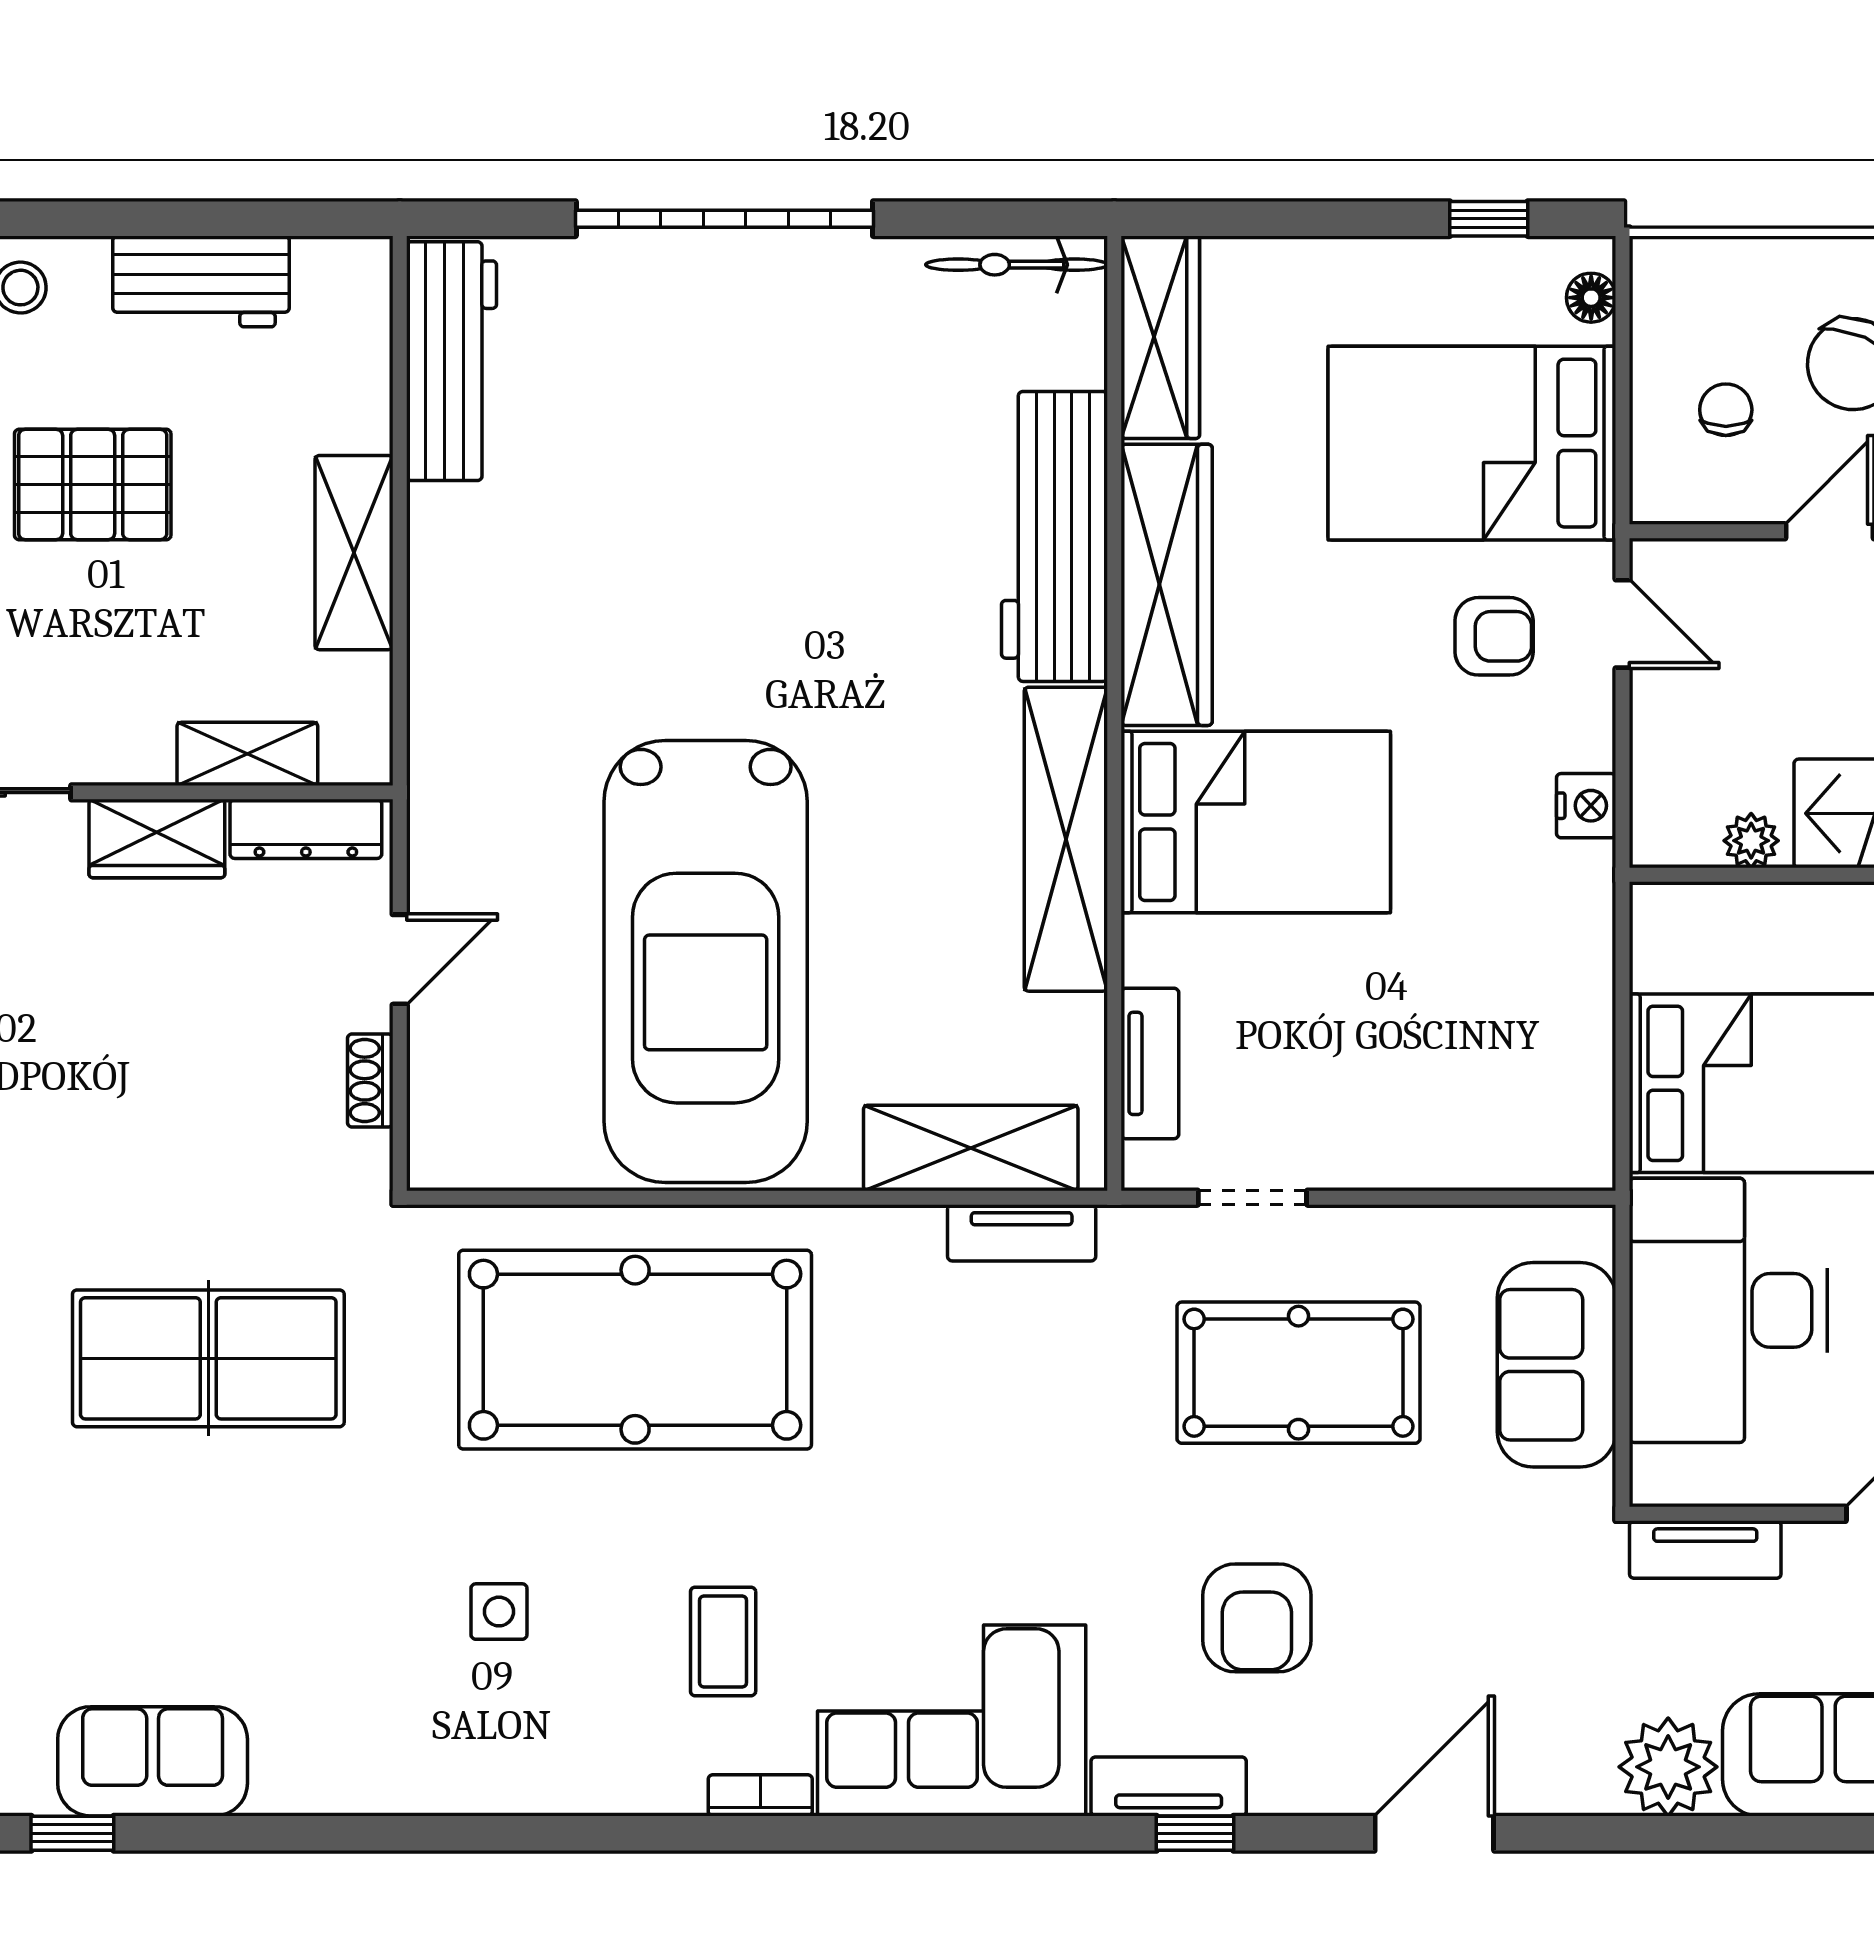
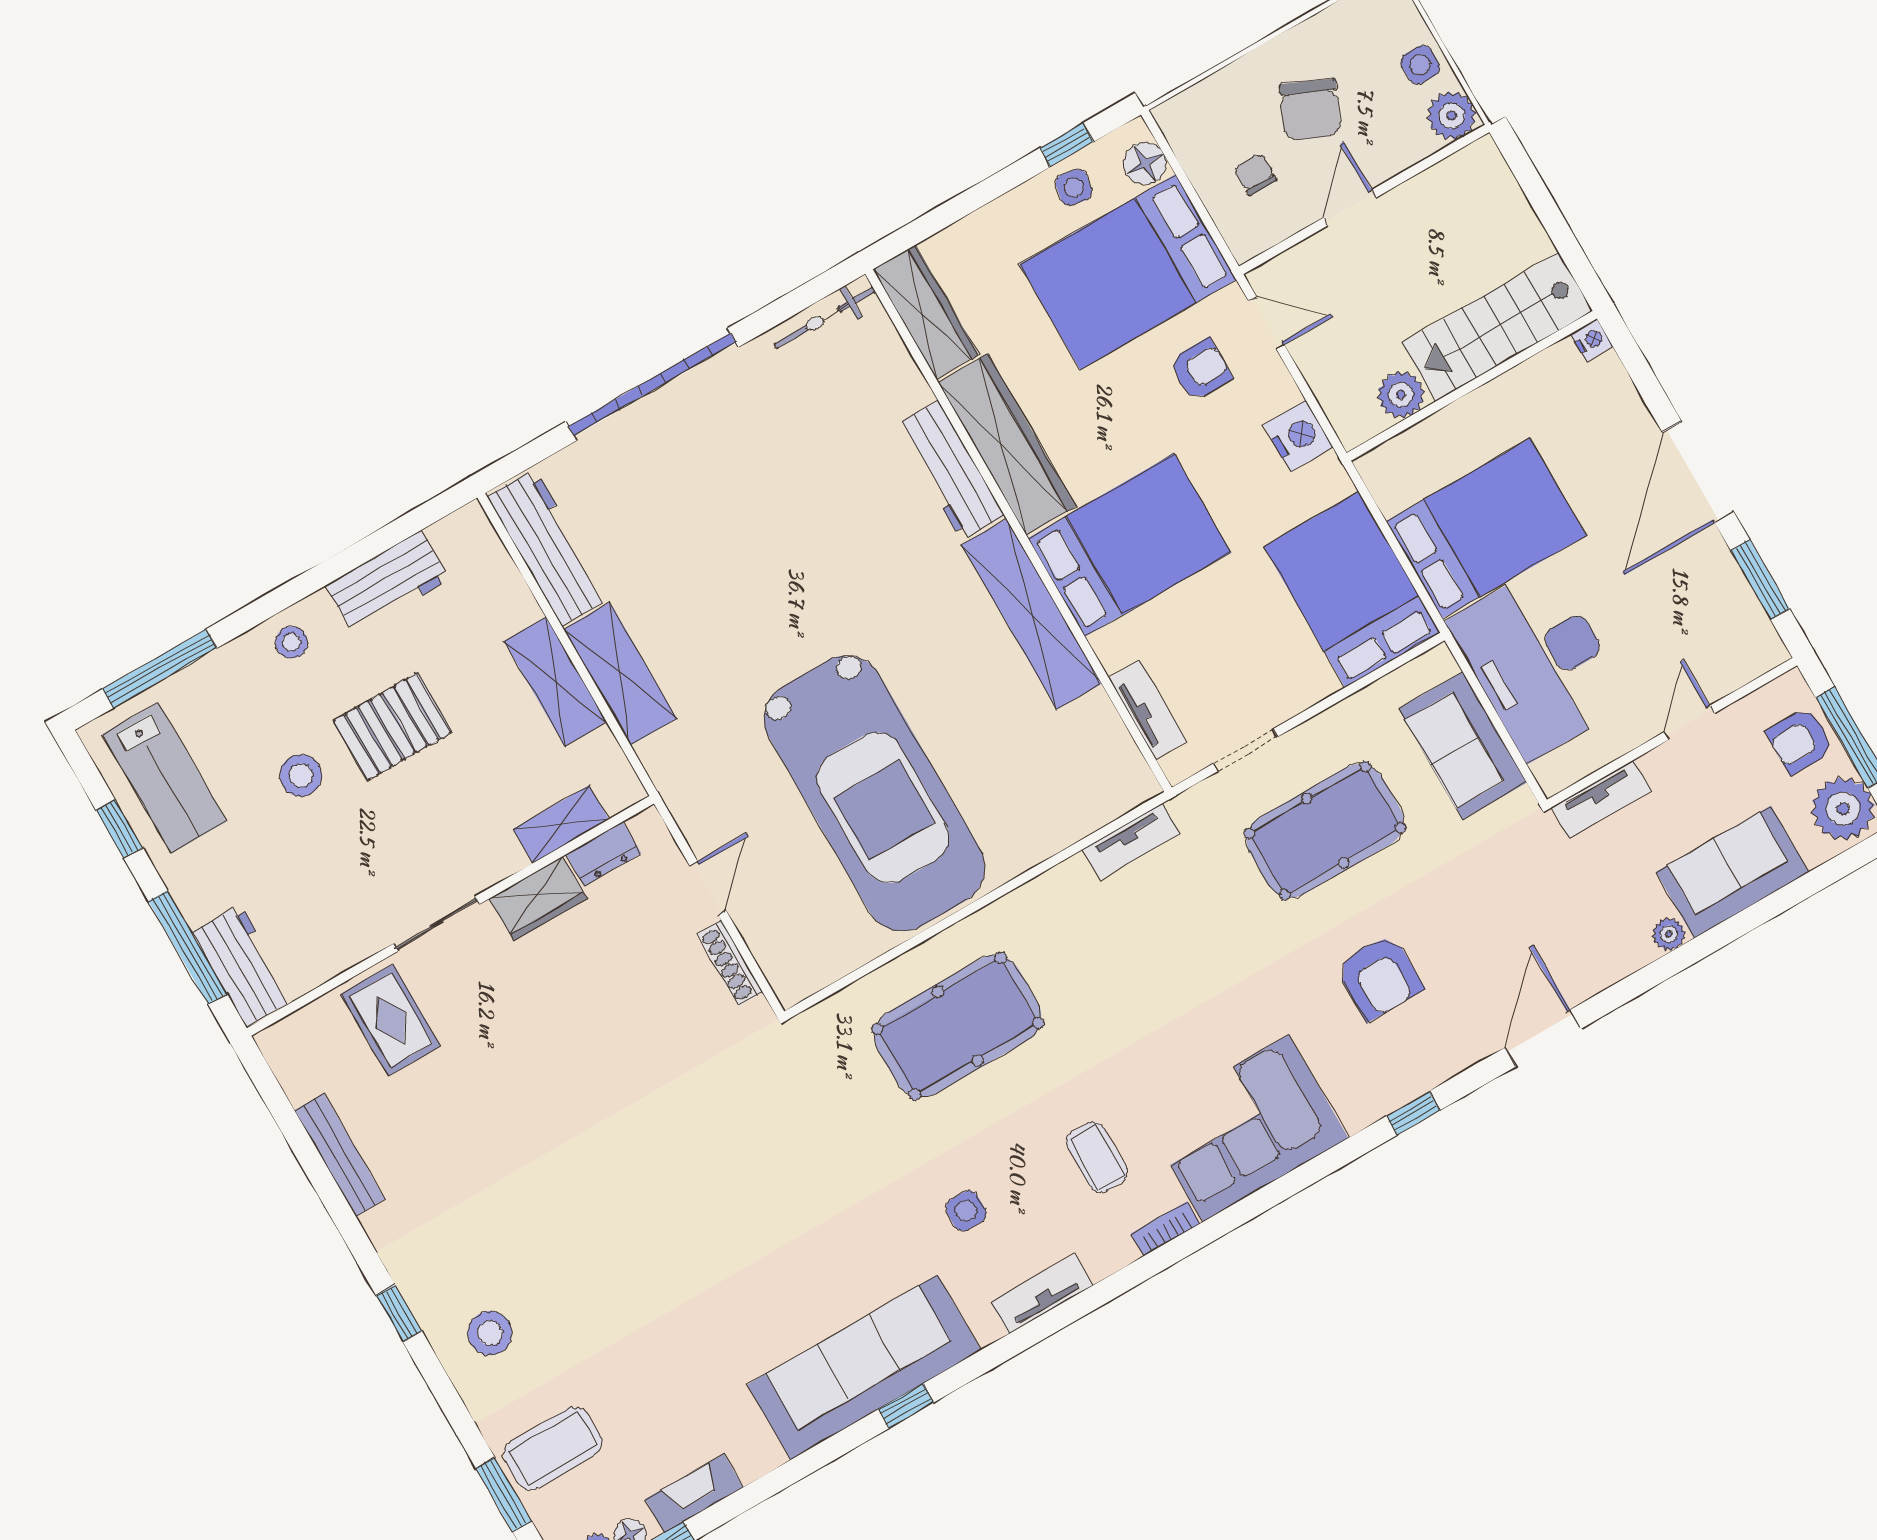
side table: (1465, 283) -> (1074, 187), added
floor lamp: (1591, 298) -> (1145, 163), width x1.37, depth x1.37
workbench: (1054, 536) -> (950, 470), width x0.73, depth x0.76
nightstand: (1586, 806) -> (1298, 436), width x1.36, depth x1.33
dresser: (306, 829) -> (604, 854), width x0.70
plant: (1751, 841) -> (1401, 395), width x1.38, depth x1.38
bed: (1528, 1061) -> (1352, 590), added
shoe rack: (370, 1080) -> (730, 963), width x1.43
shelving: (971, 1148) -> (620, 674), moved, turned 90
pool table: (635, 1350) -> (958, 1026), width x0.73, depth x0.76
table tennis table: (208, 1358) -> (729, 1165), removed
sofa: (153, 1761) -> (864, 1367), width x1.85, depth x1.27
plant: (1668, 1767) -> (1669, 934), width x0.53, depth x0.53
tv unit: (1169, 1786) -> (1042, 1294), moved
window: (72, 1833) -> (906, 1406), moved

